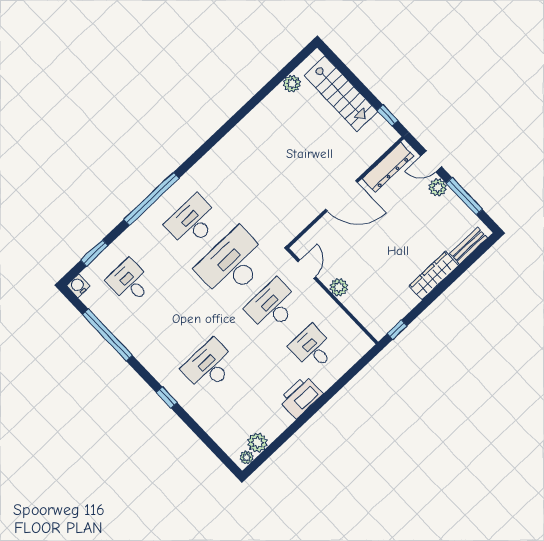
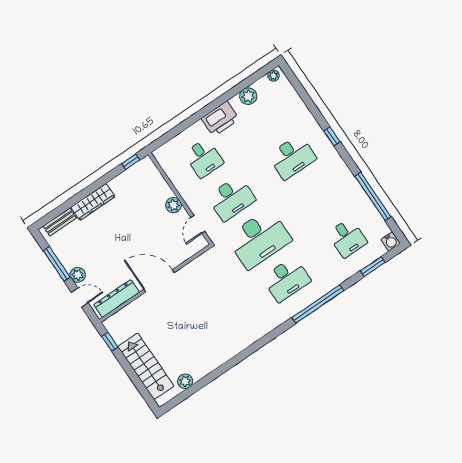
plant: (257, 443) -> (248, 96), moved

